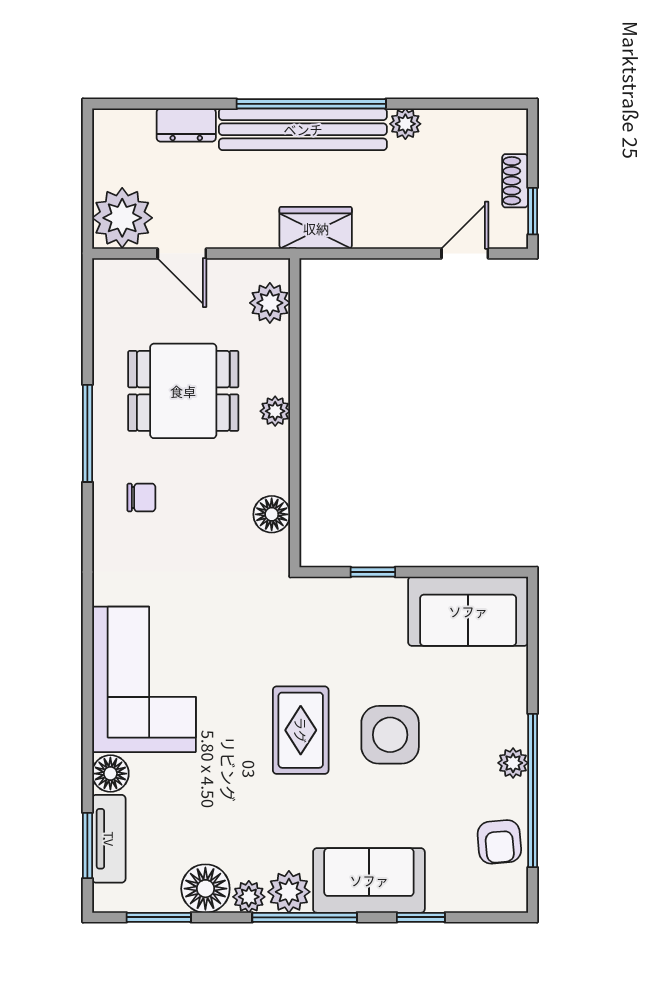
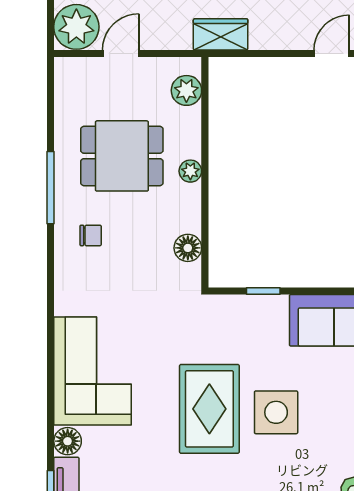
door: (182, 253) -> (121, 54), swing flipped
rug: (301, 730) -> (209, 409), width x1.36, depth x1.43

